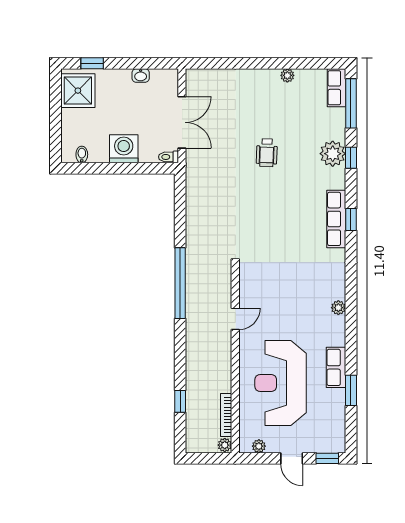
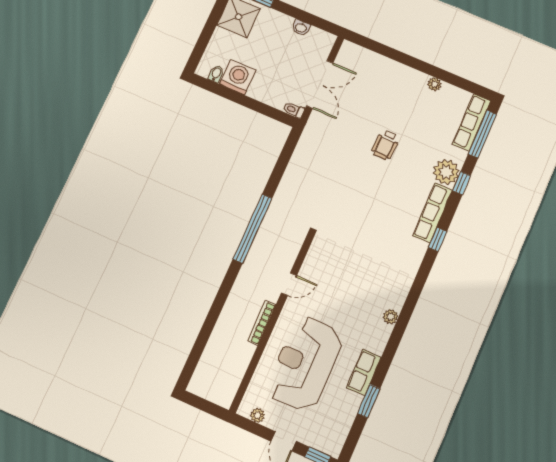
row of seats: (336, 88) -> (472, 122), width x1.48
washing machine: (124, 149) -> (238, 77), moved
row of seats: (336, 219) -> (433, 213), moved
window: (180, 401) -> (203, 339), removed
bookcase: (226, 415) -> (262, 323), moved
plant: (225, 445) -> (226, 400), removed

